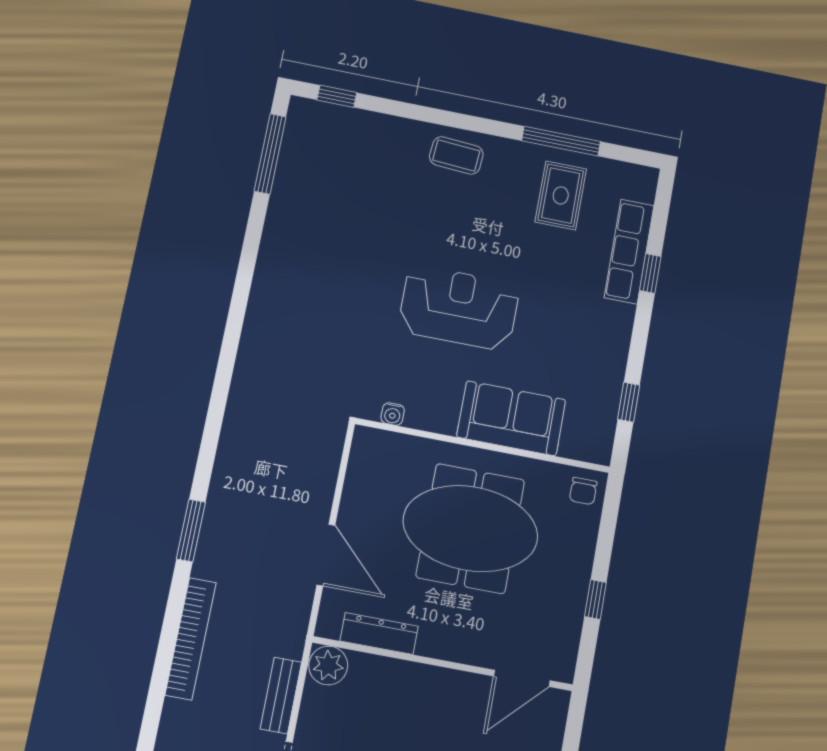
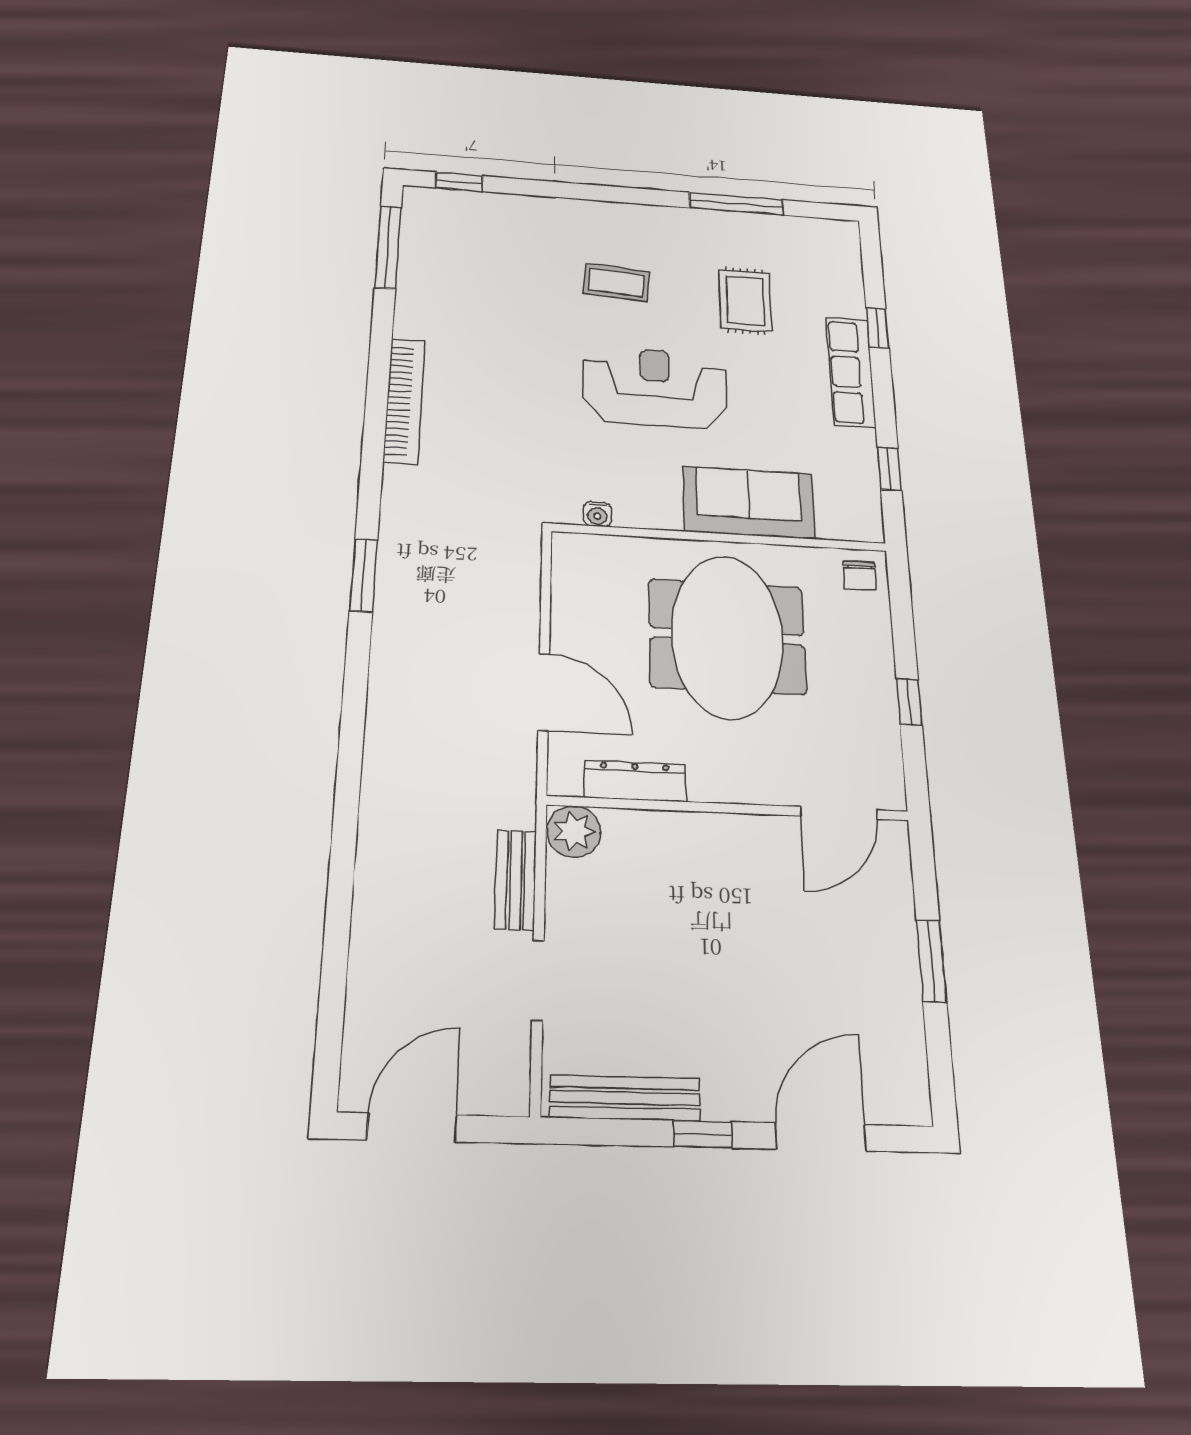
coffee table: (456, 155) -> (616, 282), moved
rug: (561, 195) -> (745, 301), moved
row of seats: (629, 252) -> (851, 372), moved
meeting table: (470, 528) -> (727, 636), turned 90
window: (191, 531) -> (364, 575), moved
bookcase: (191, 639) -> (404, 401), moved

